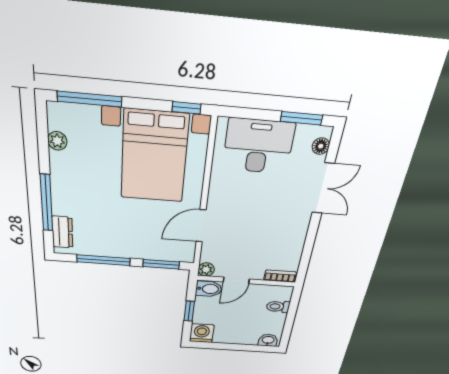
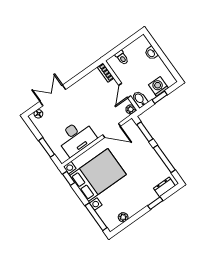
window: (302, 118) -> (47, 147), moved
desk: (258, 146) -> (76, 137), moved, turned -90
window: (46, 203) -> (155, 203), width x0.46
door: (236, 280) -> (125, 91), swing flipped
washing machine: (202, 333) -> (158, 86), moved, turned 90
washbasin: (268, 340) -> (151, 53), moved

